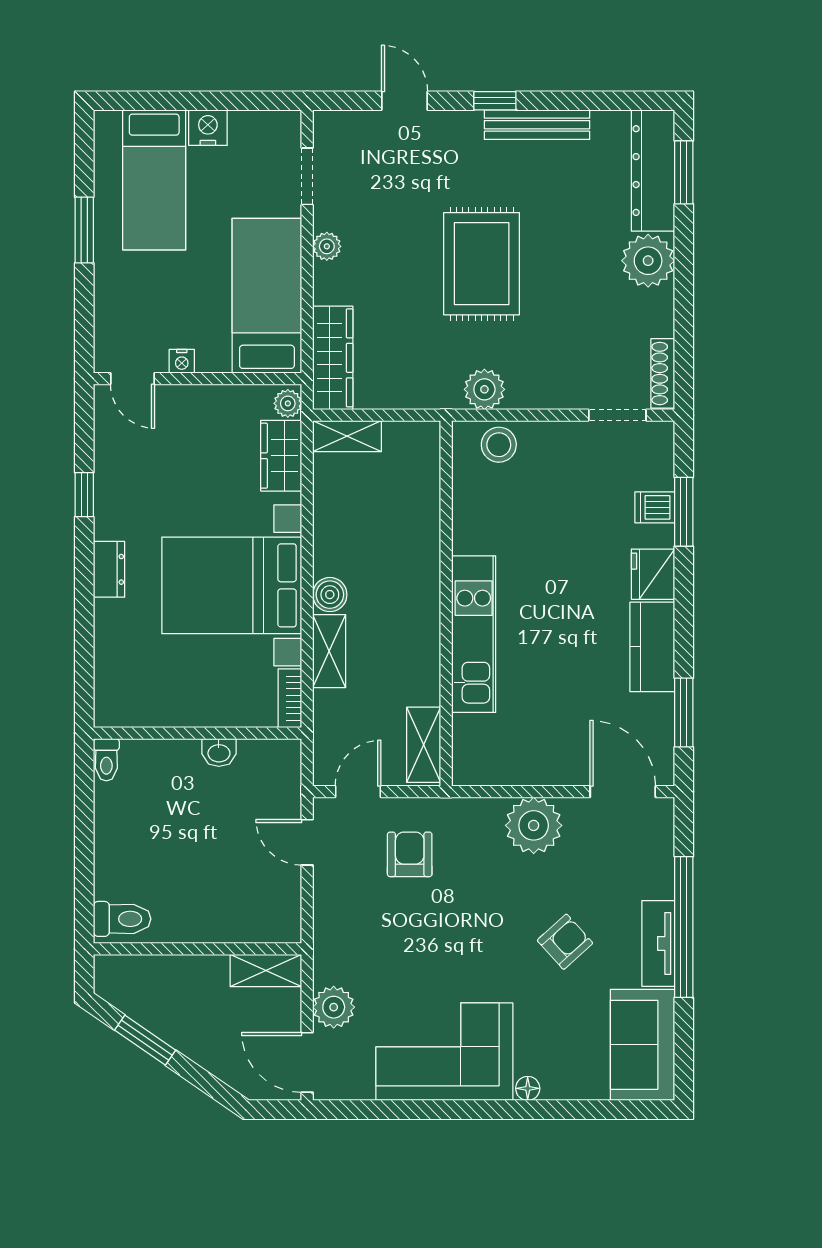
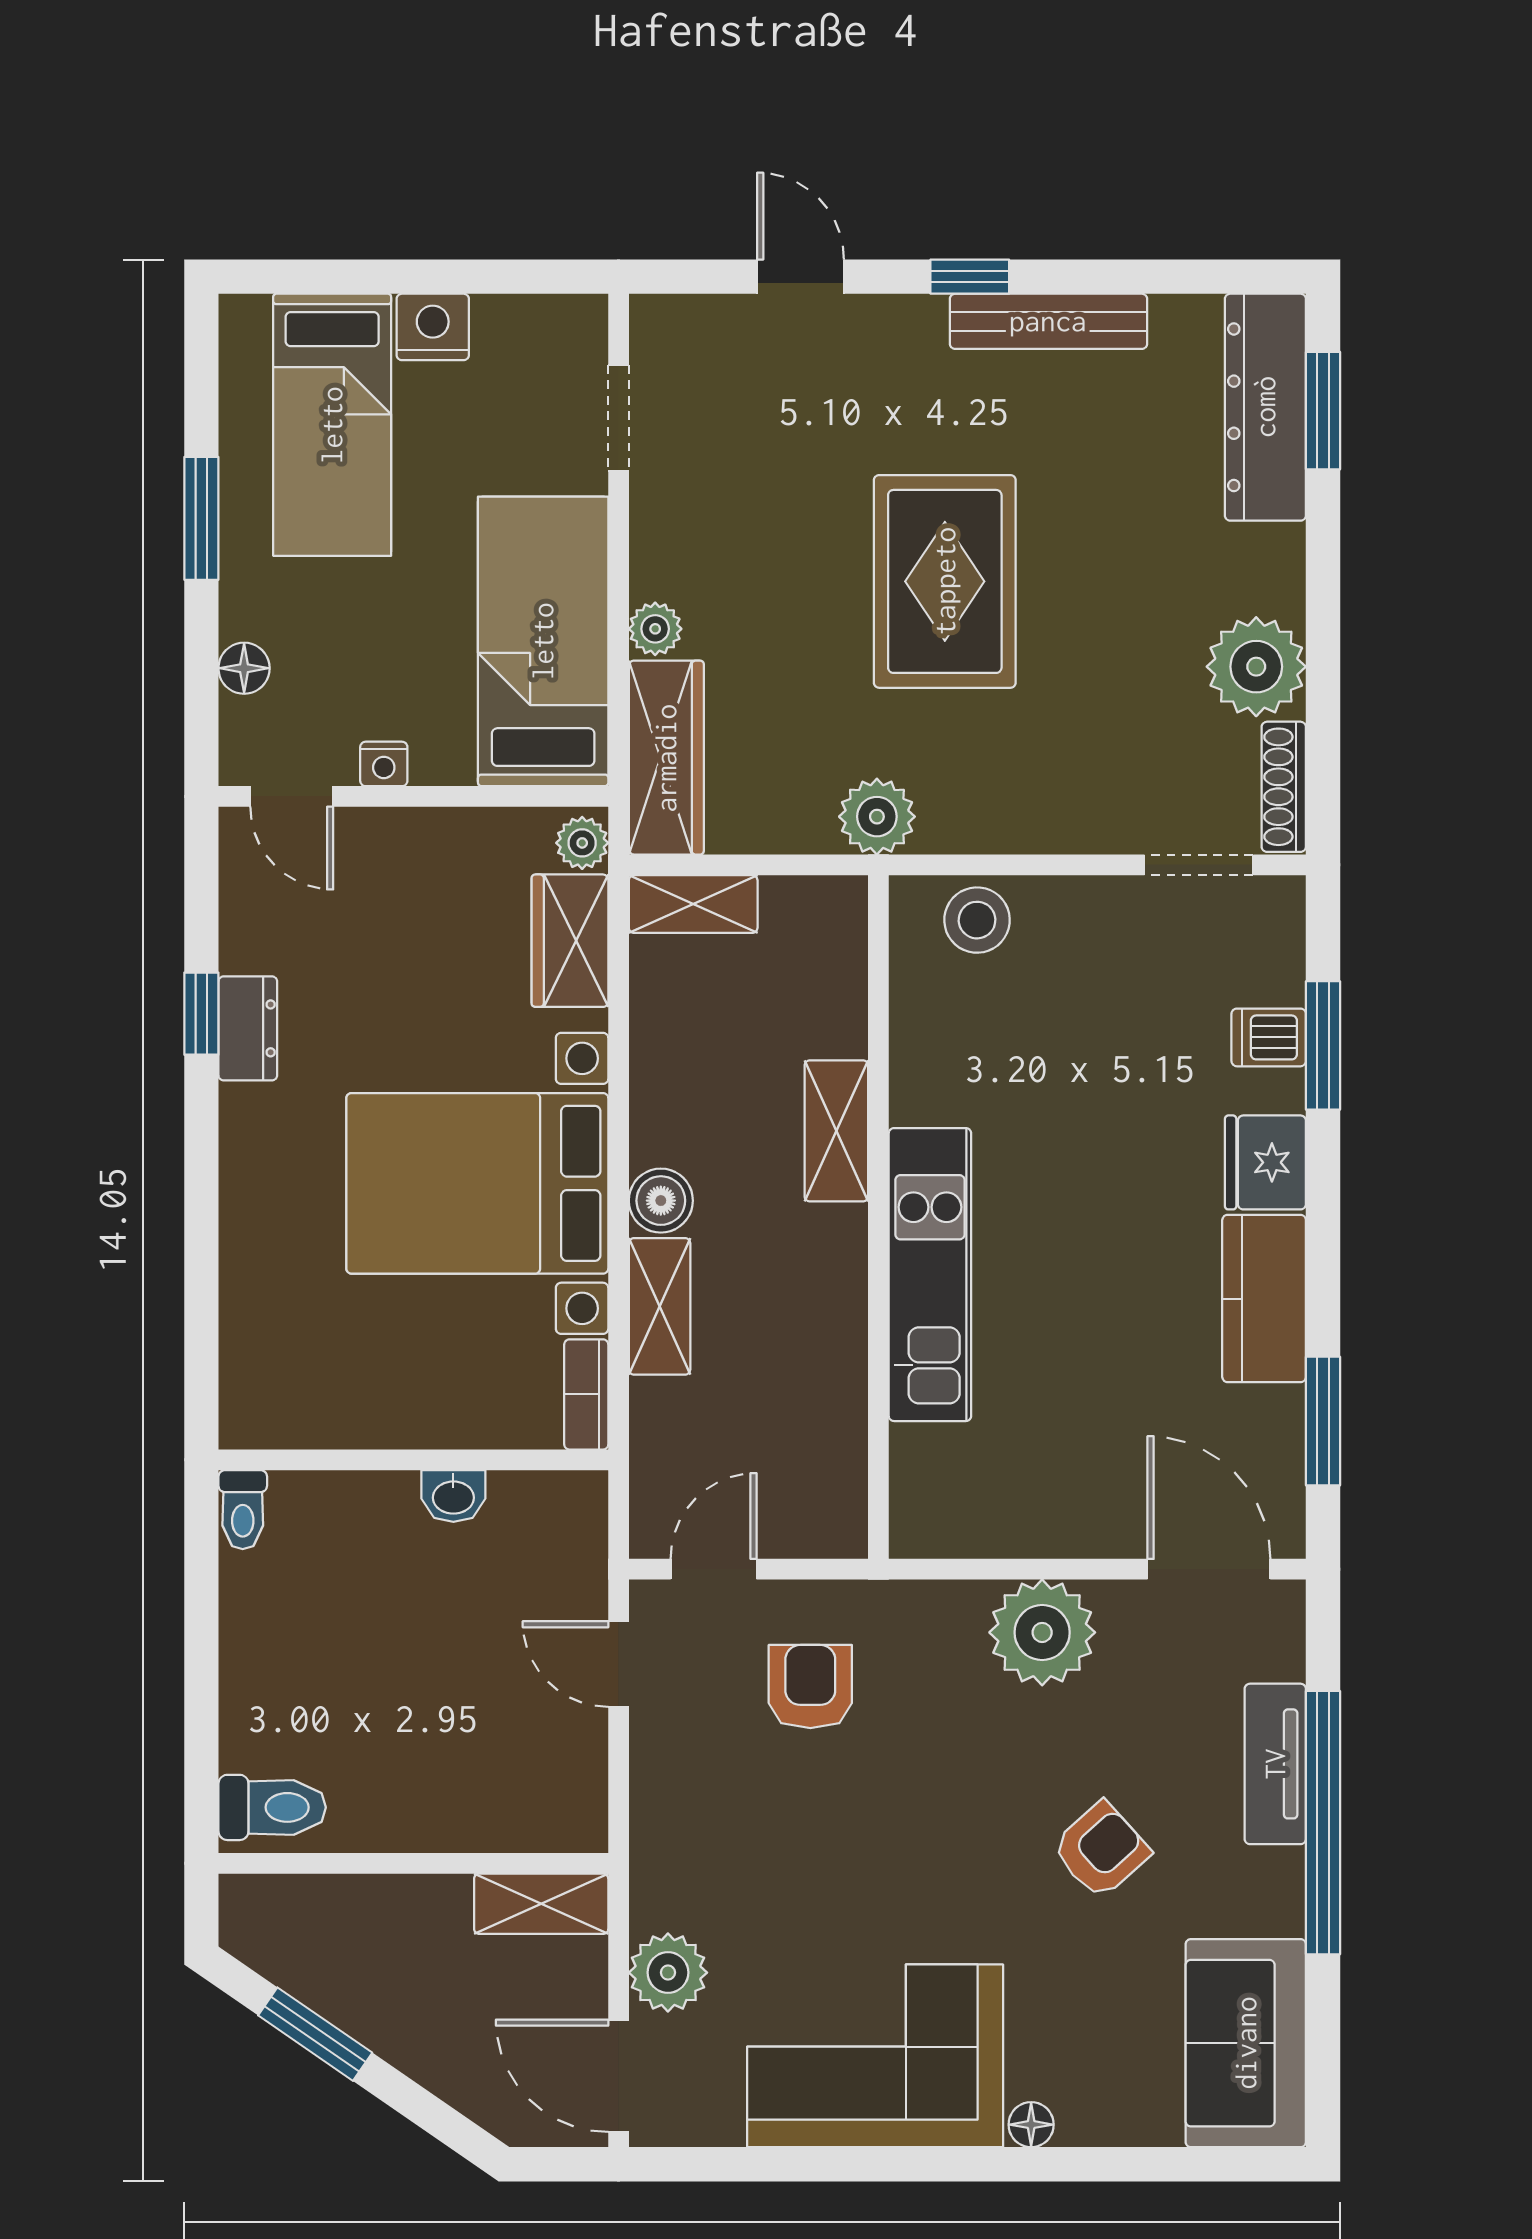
plant: (327, 246) -> (655, 629), moved
plant: (648, 261) -> (1256, 667), moved
floor lamp: (107, 310) -> (244, 668), added
plant: (484, 389) -> (877, 817), moved
dresser: (109, 569) -> (248, 1028), moved
shelving: (424, 745) -> (836, 1131), moved
tv unit: (658, 943) -> (1275, 1764), moved

